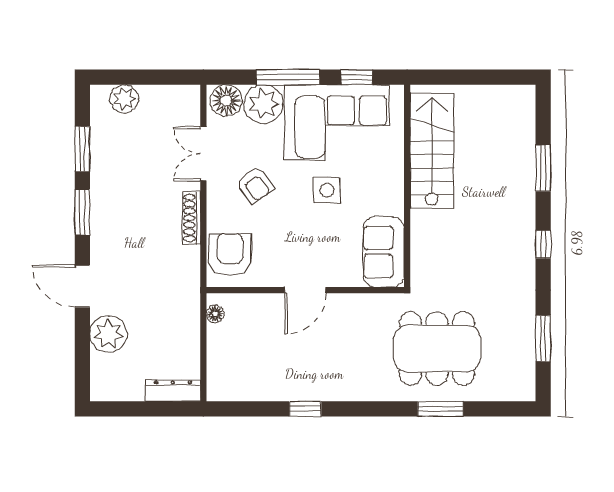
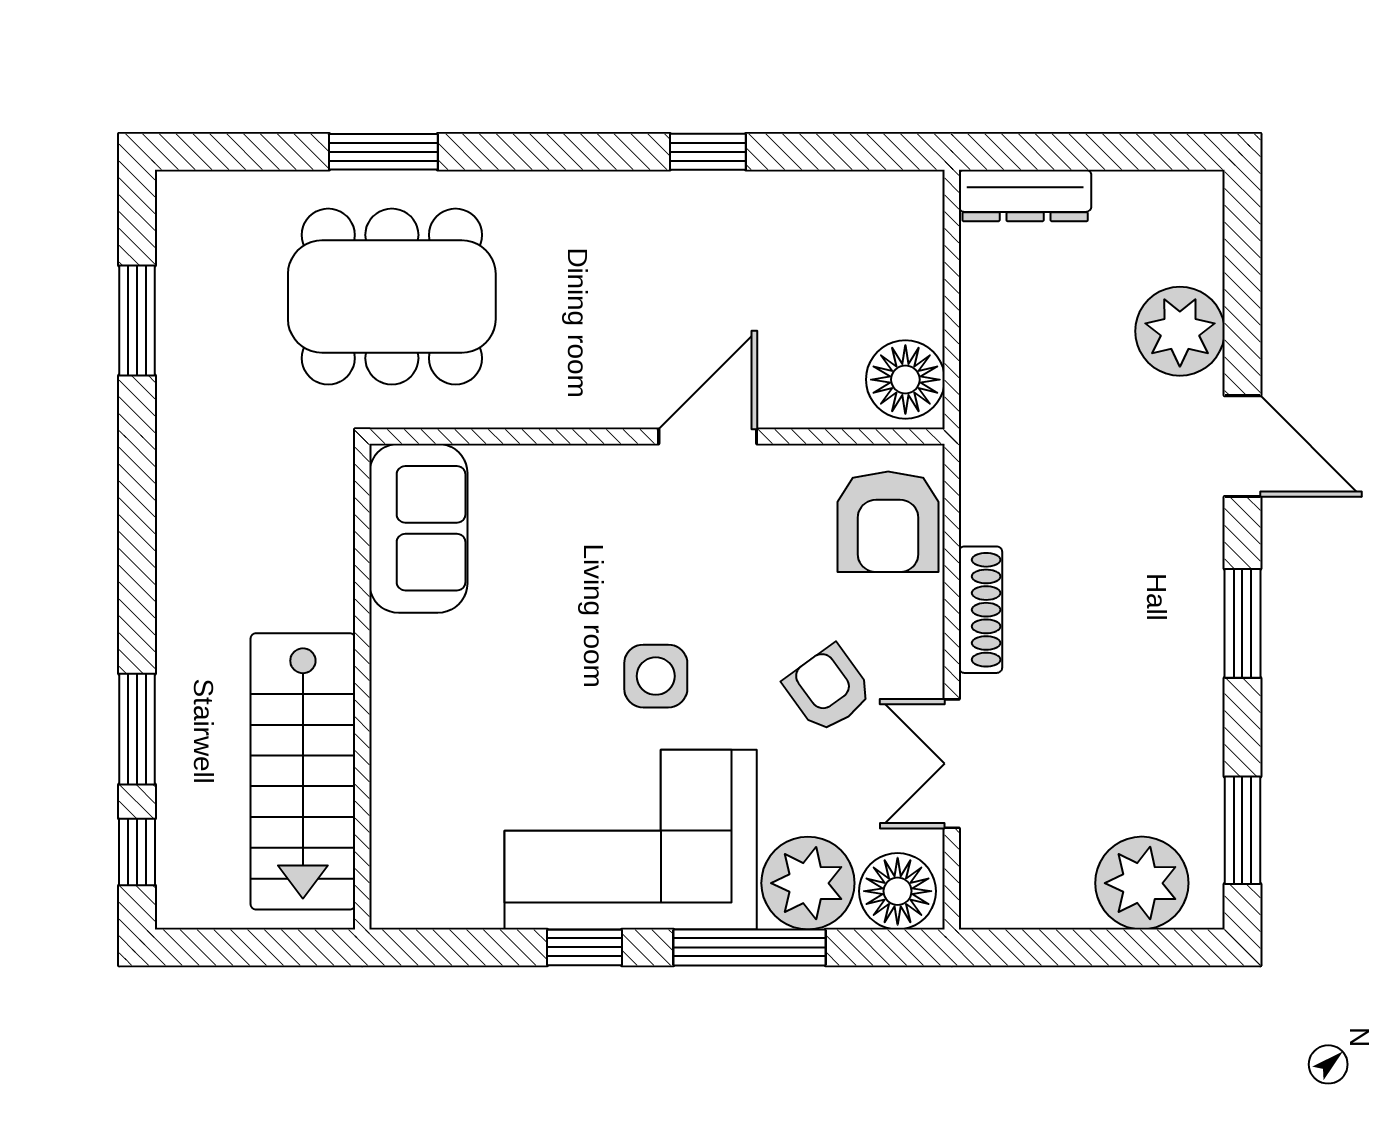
plant: (124, 99) -> (1142, 883), width x1.36, depth x1.36
window: (82, 149) -> (1242, 830), moved
stairs: (432, 151) -> (303, 771), moved
double door: (203, 154) -> (952, 764), swing flipped
wall: (407, 186) -> (362, 687), moved
window: (543, 244) -> (137, 852), moved
sofa: (384, 252) -> (418, 528), moved
floor lamp: (215, 314) -> (905, 380), width x1.89, depth x1.89

